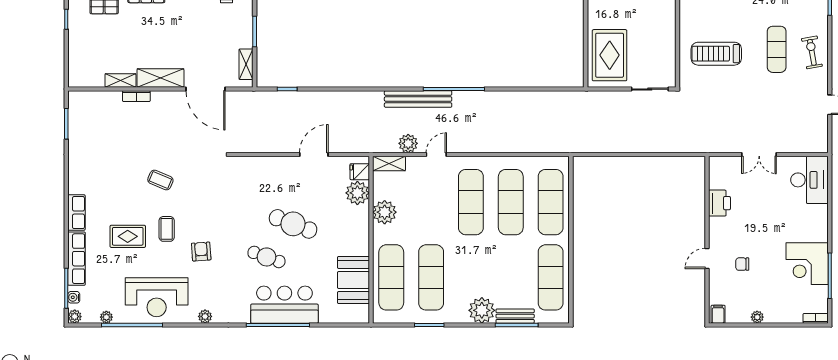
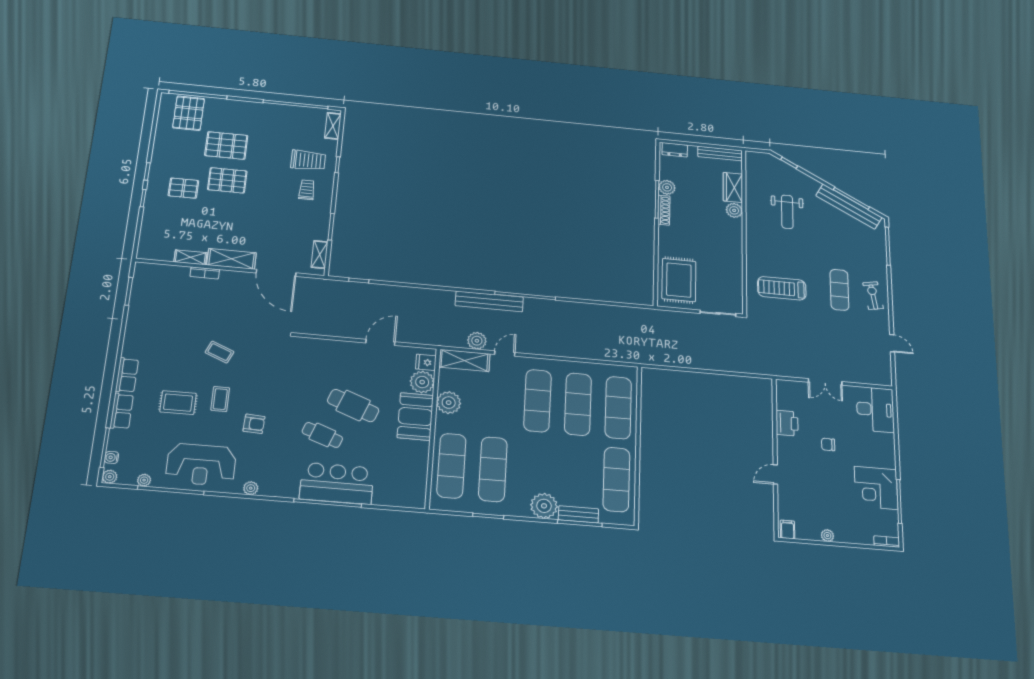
shelving: (389, 164) -> (464, 360), width x1.50, depth x1.33
armchair: (201, 251) -> (254, 424), turned 97
row of seats: (77, 259) -> (122, 411), width x0.68
chair: (742, 264) -> (828, 444), moved
booth: (353, 280) -> (415, 417), moved

